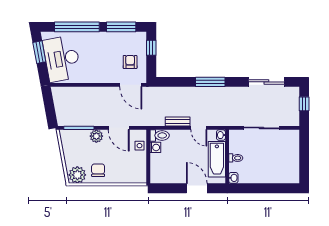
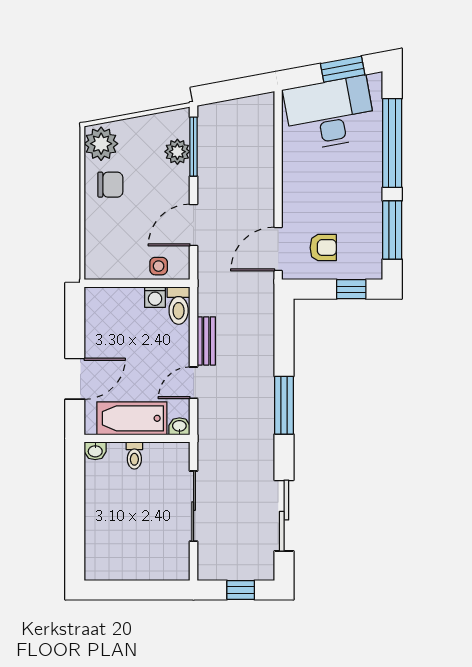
plant: (96, 136) -> (177, 152), moved

